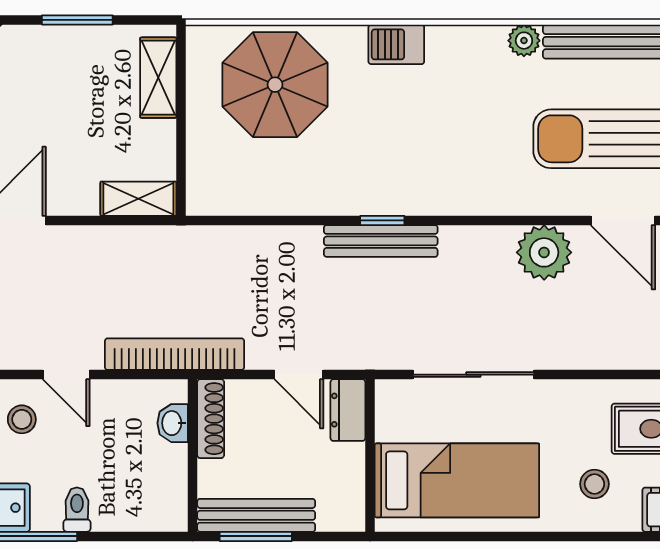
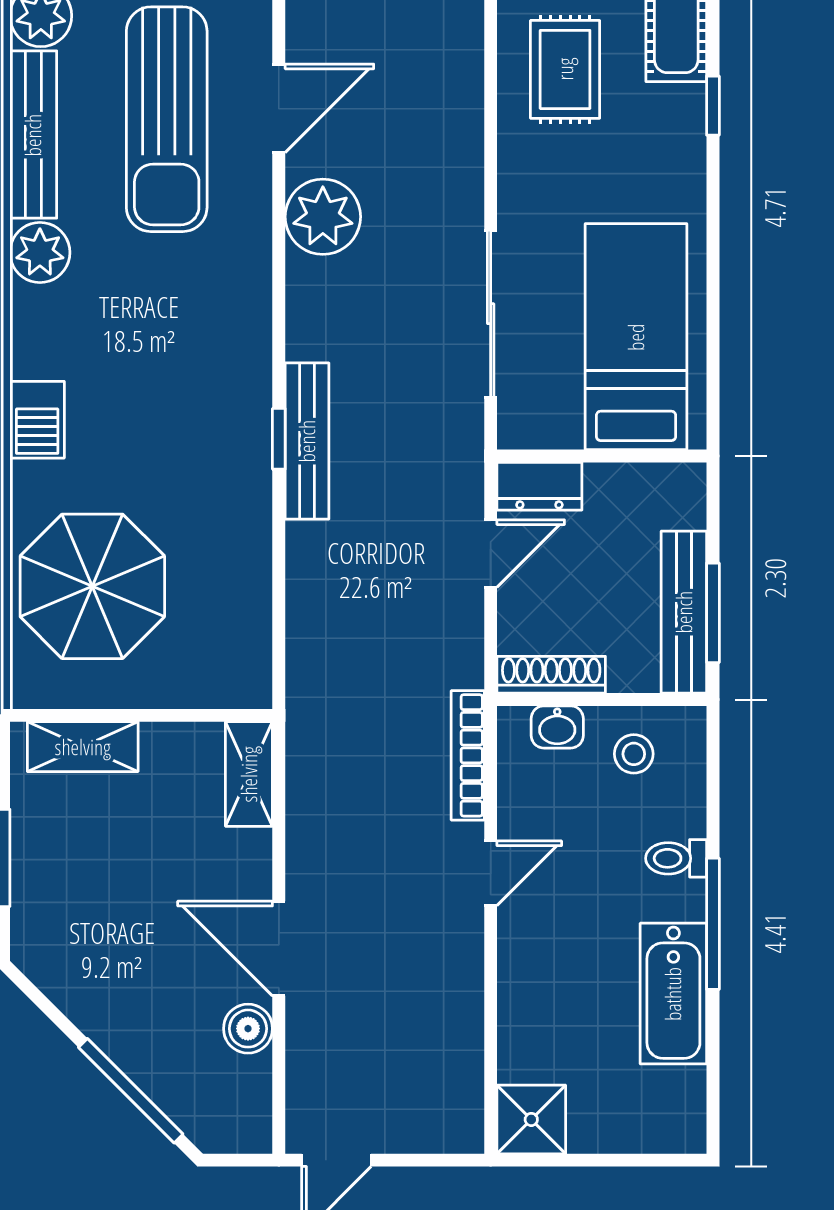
plant: (524, 41) -> (40, 252), width x1.38, depth x1.38
bookcase: (175, 354) -> (468, 755), width x0.68, depth x0.76
stool: (22, 419) -> (634, 754), moved
stool: (594, 484) -> (641, 147), removed
window: (625, 536) -> (713, 106), added

